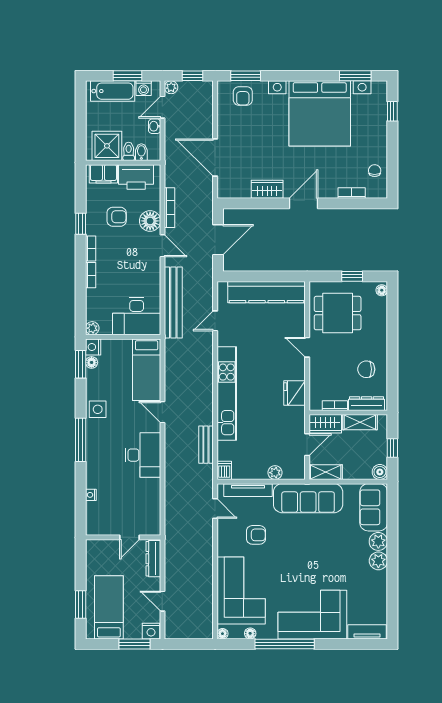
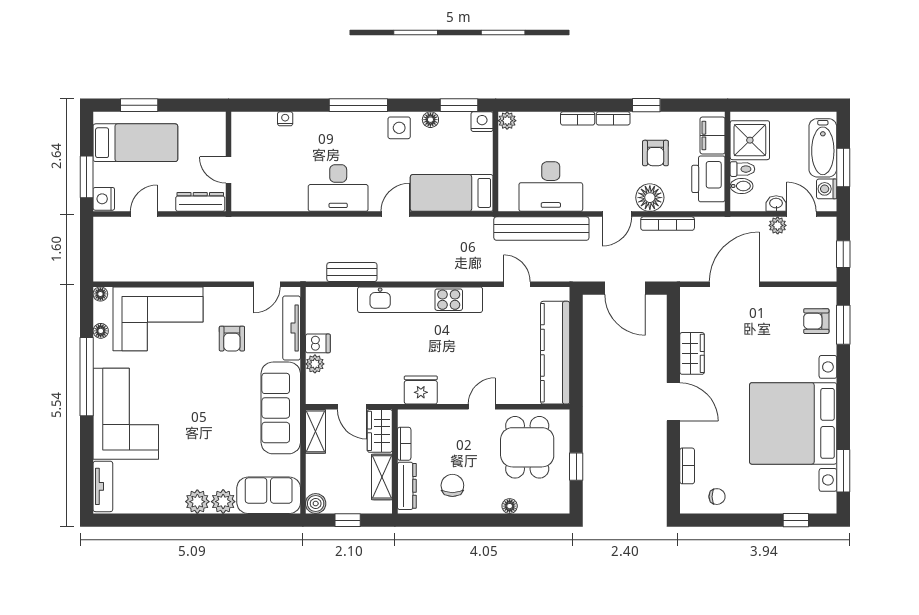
plant: (171, 87) -> (778, 225), moved
floor lamp: (382, 290) -> (510, 506), moved
desk: (137, 316) -> (551, 187), moved, turned -90
floor lamp: (92, 362) -> (430, 120), moved
dishwasher: (224, 470) -> (318, 343), moved

